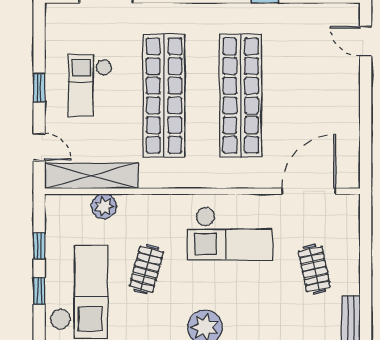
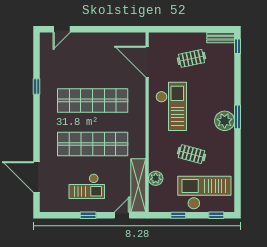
window: (39, 291) -> (216, 215), moved

